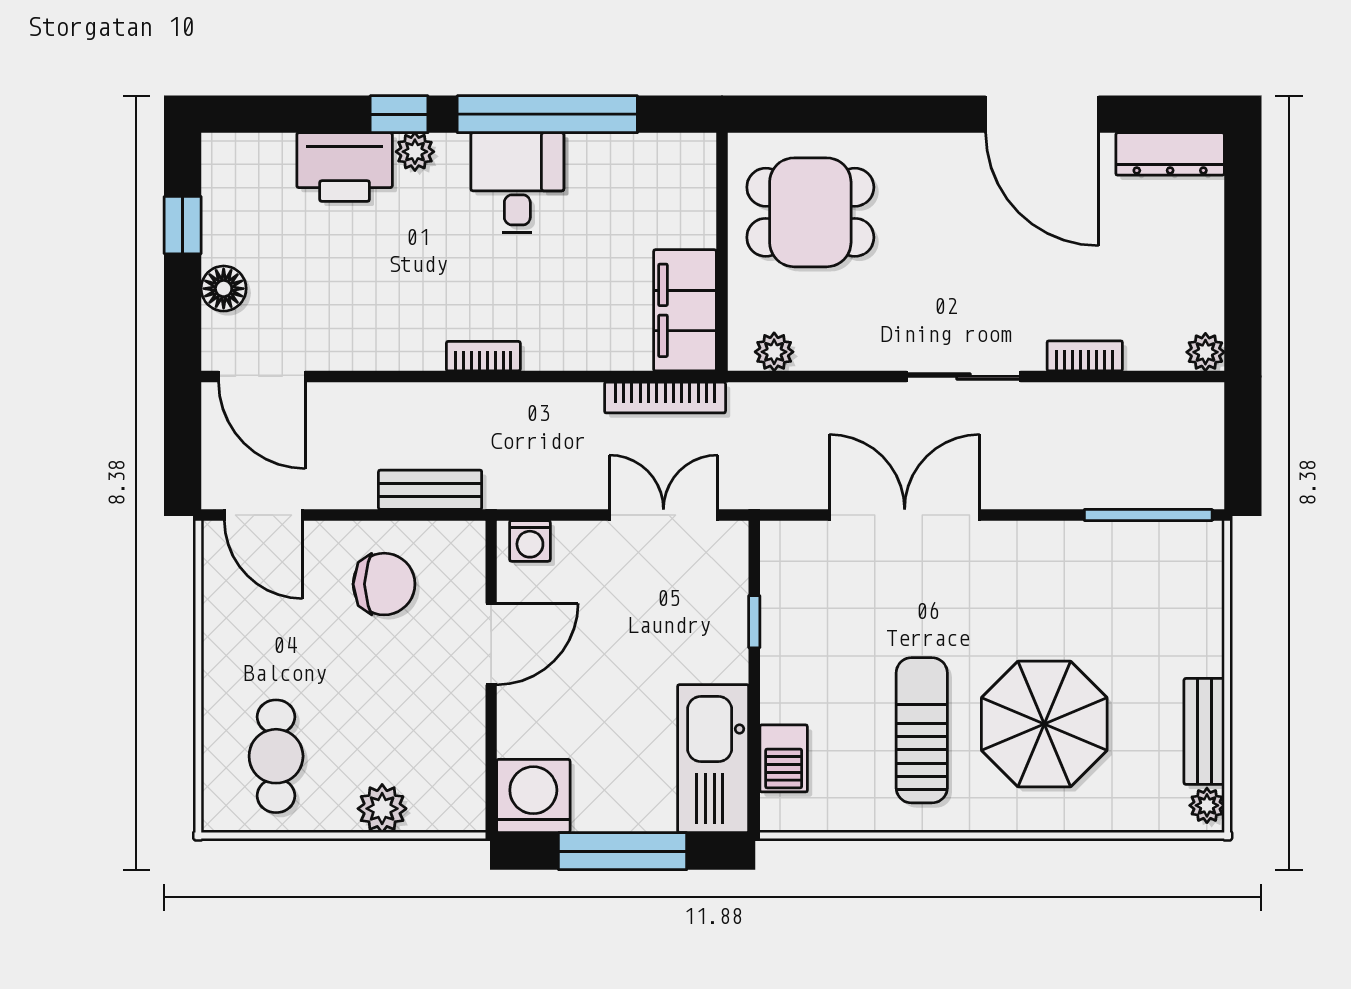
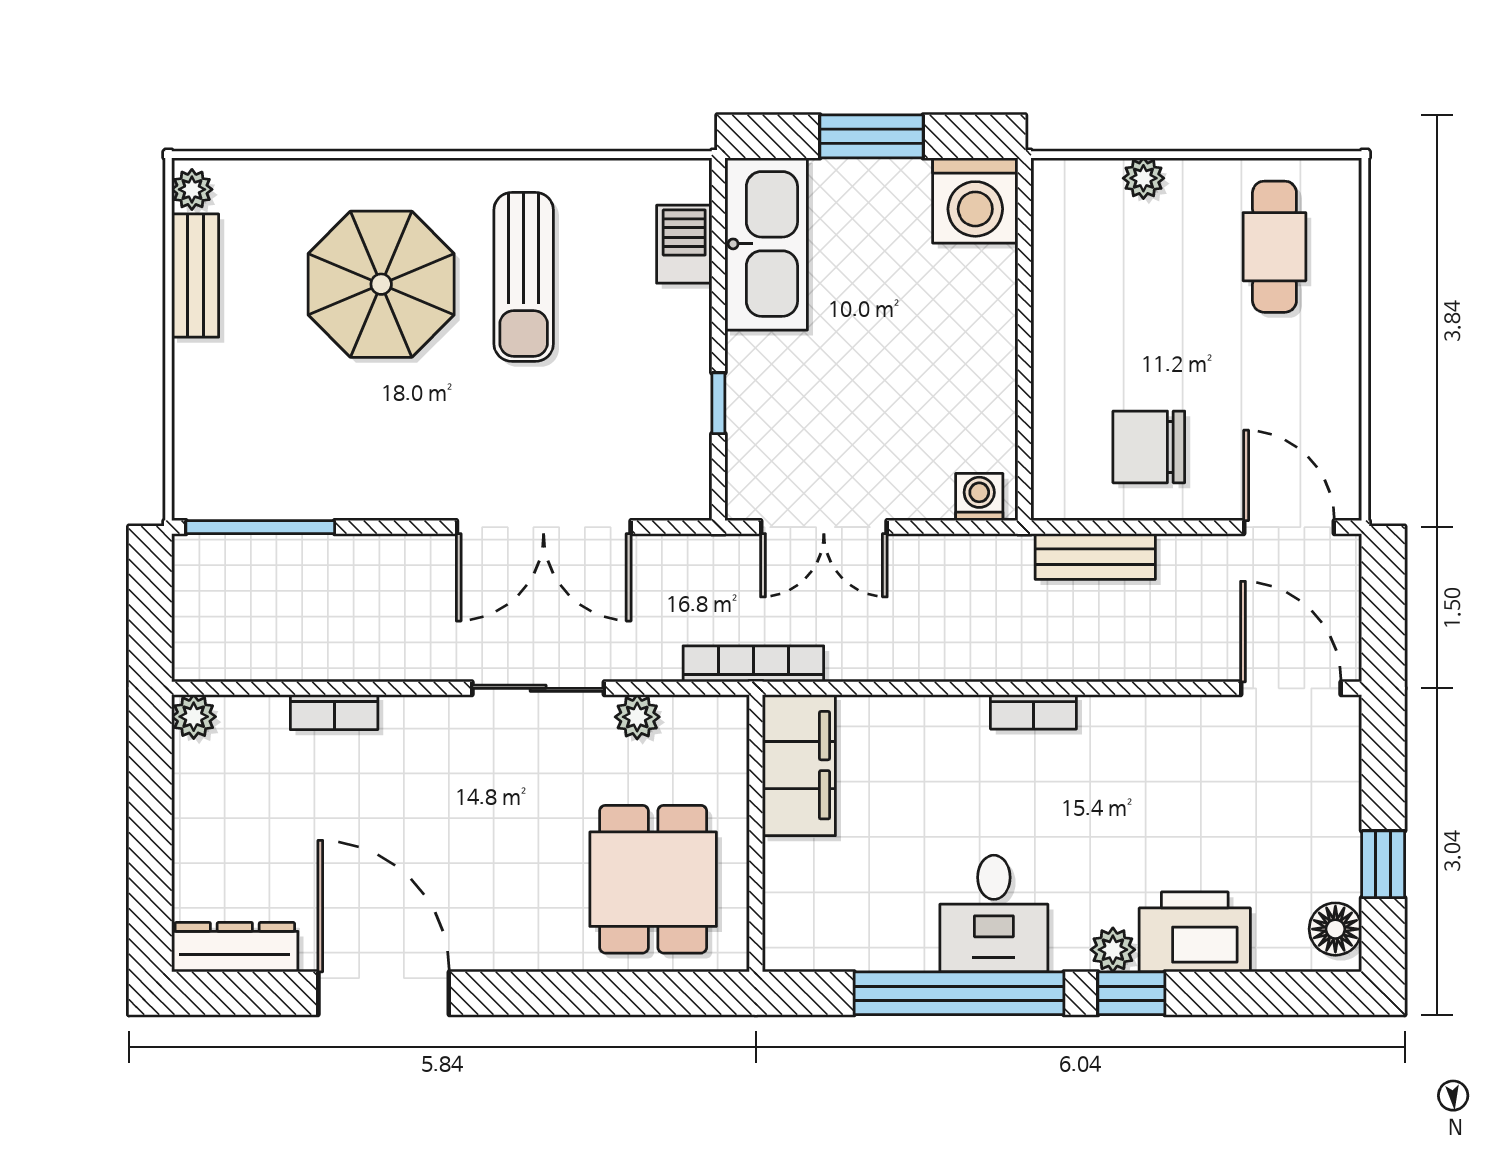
dining table: (810, 212) -> (653, 879), turned 90
floor lamp: (224, 289) -> (1335, 929), moved
plant: (774, 352) -> (637, 717), moved
sliding door: (964, 376) -> (538, 688), moved
bookcase: (665, 398) -> (753, 664), moved
door: (491, 644) -> (1024, 377), removed
plant: (382, 809) -> (1143, 178), width x0.73, depth x0.73
window: (623, 851) -> (872, 136), width x0.69

